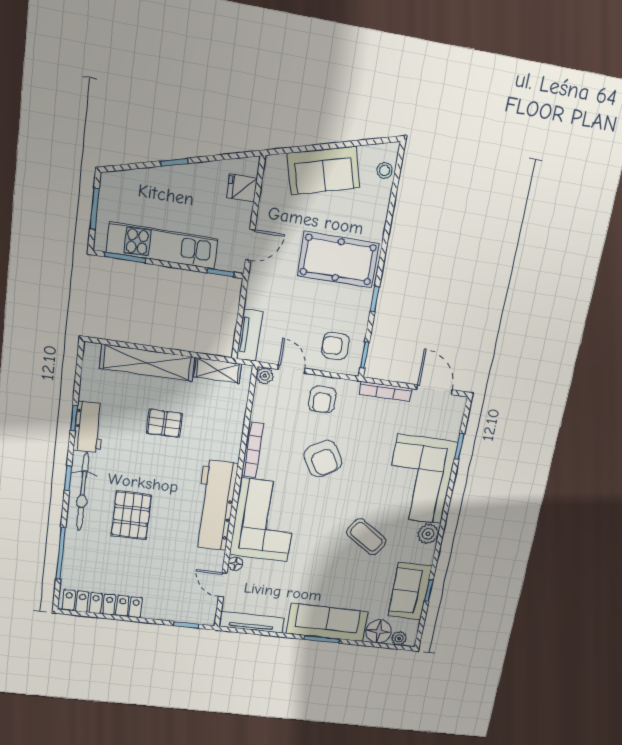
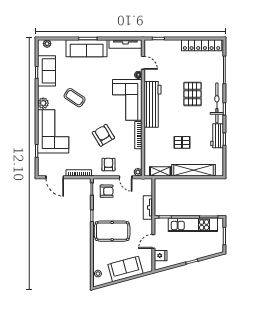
door: (250, 245) -> (153, 241), moved
tv unit: (249, 335) -> (148, 208), moved
floor lamp: (379, 632) -> (59, 46), removed

